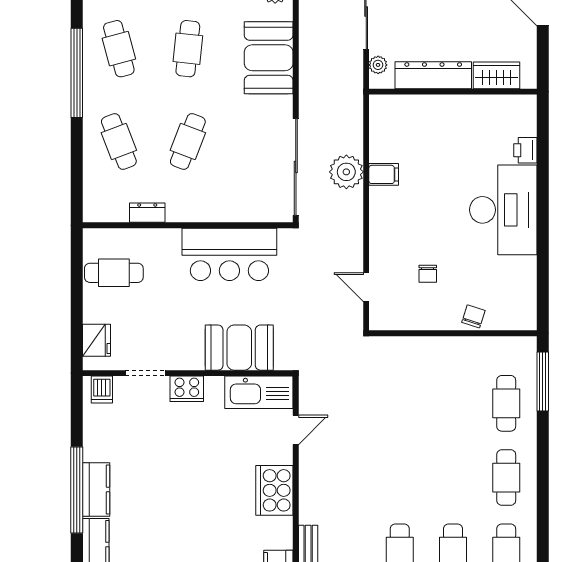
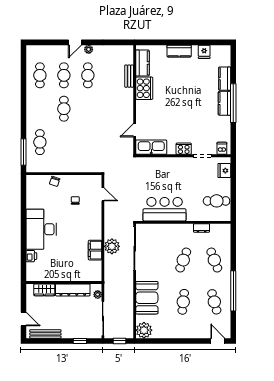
filing cabinet: (384, 174) -> (95, 250), width x2.00
booth: (239, 348) -> (160, 167), removed
cafe table: (506, 478) -> (64, 109), moved
cooker: (274, 490) -> (144, 88), moved

